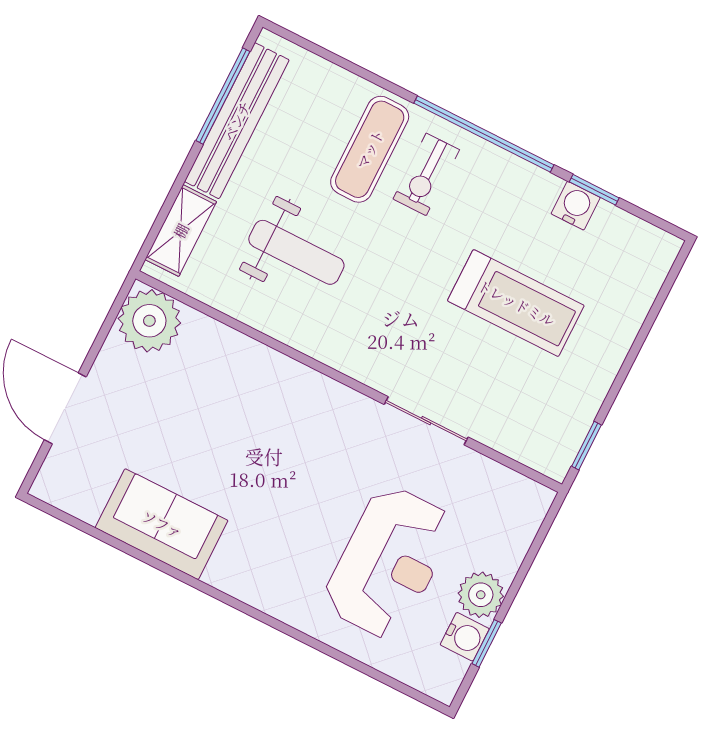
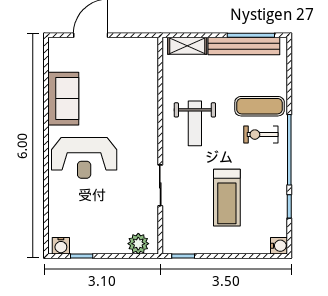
water cooler: (576, 206) -> (279, 246), moved
weight bench: (296, 252) -> (195, 123), moved
plant: (149, 321) -> (144, 52), removed
reception desk: (389, 562) -> (84, 158), moved
plant: (481, 595) -> (138, 244), moved
water cooler: (465, 637) -> (61, 246), moved

